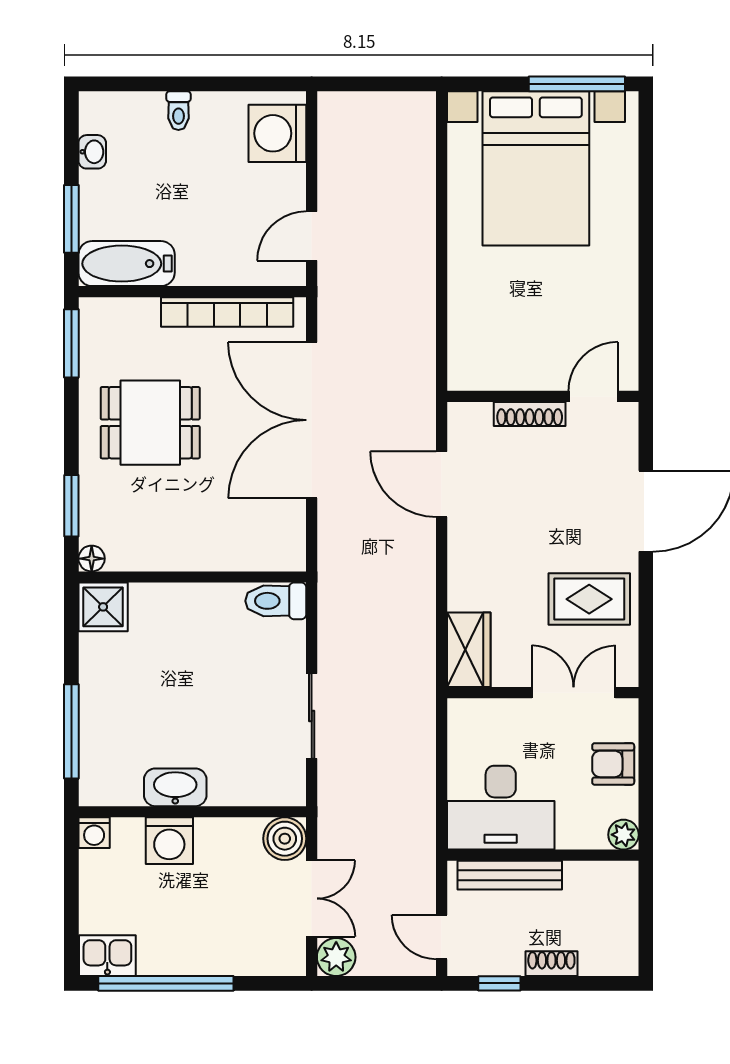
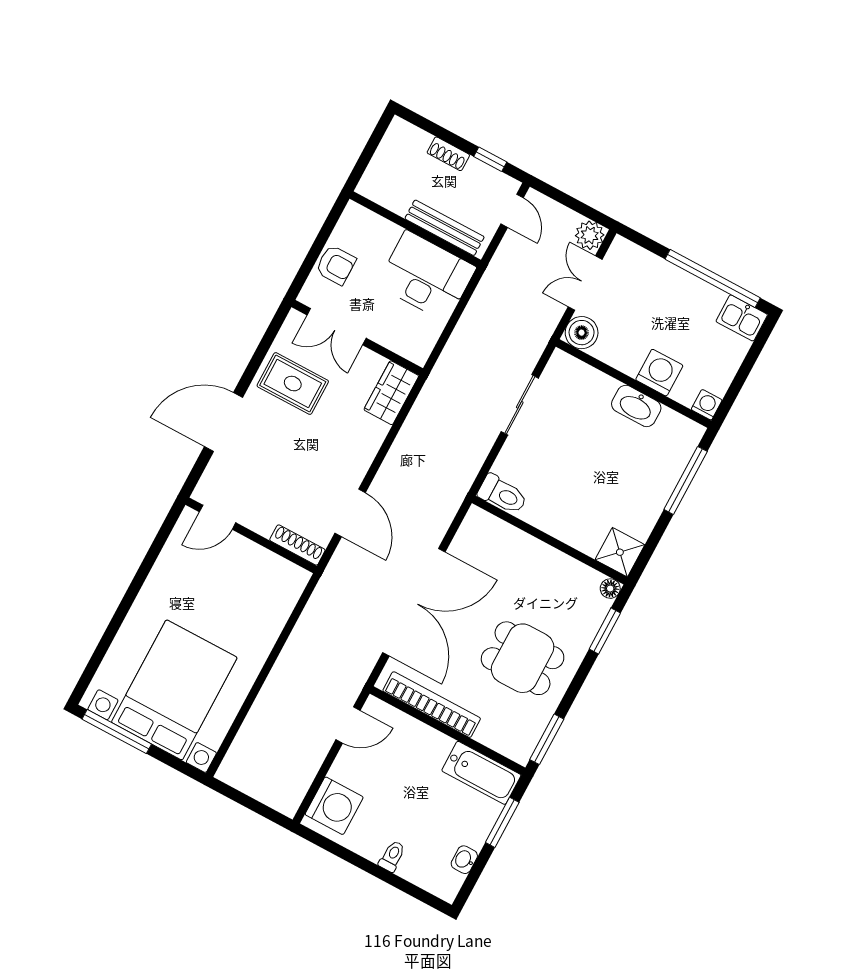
shoe rack: (530, 414) -> (297, 545), moved
plant: (623, 835) -> (354, 214), removed

